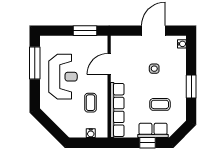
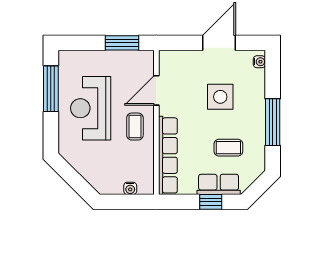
side table: (154, 69) -> (220, 97), width x1.87, depth x1.87
reception desk: (63, 77) -> (91, 108), turned 180
window: (191, 86) -> (273, 122), width x1.44
coffee table: (91, 103) -> (135, 127), moved

